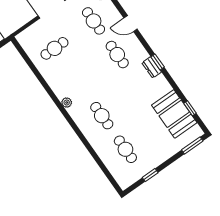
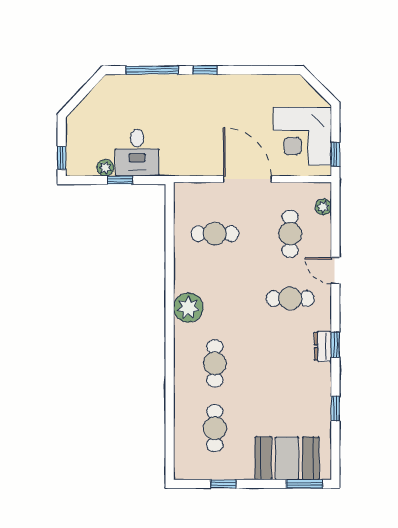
cafe table: (117, 55) -> (290, 298), turned 90
plant: (67, 103) -> (188, 308), width x1.88, depth x1.88
window: (190, 108) -> (335, 409), moved
booth: (174, 114) -> (287, 458), moved, turned 90

